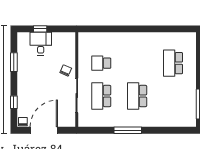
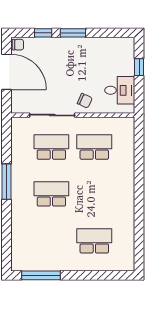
desk: (41, 44) -> (120, 90), moved
window: (14, 62) -> (73, 33), moved
school desk: (101, 63) -> (94, 147), width x1.85

